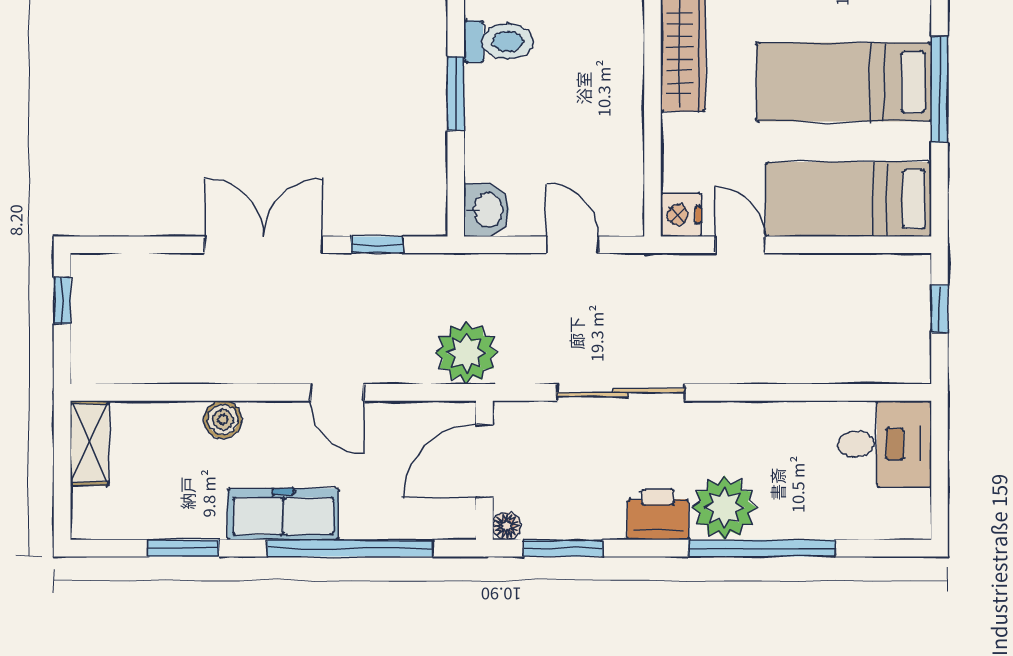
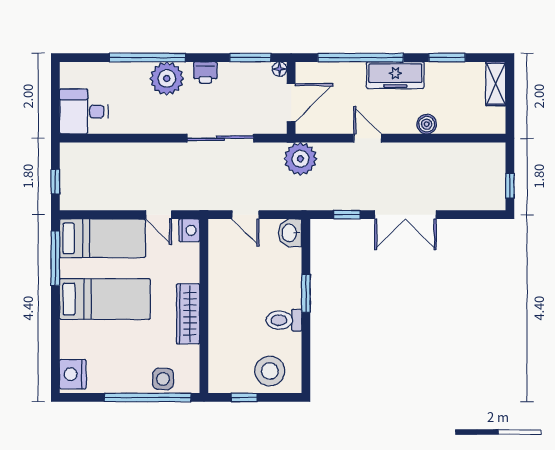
window: (939, 89) -> (55, 258), moved
shelving: (89, 443) -> (496, 84), moved
printer: (658, 515) -> (205, 72), width x0.73, depth x0.81

